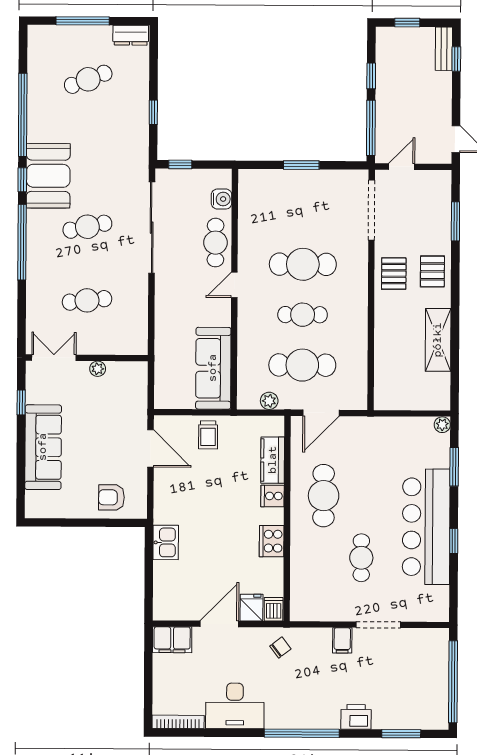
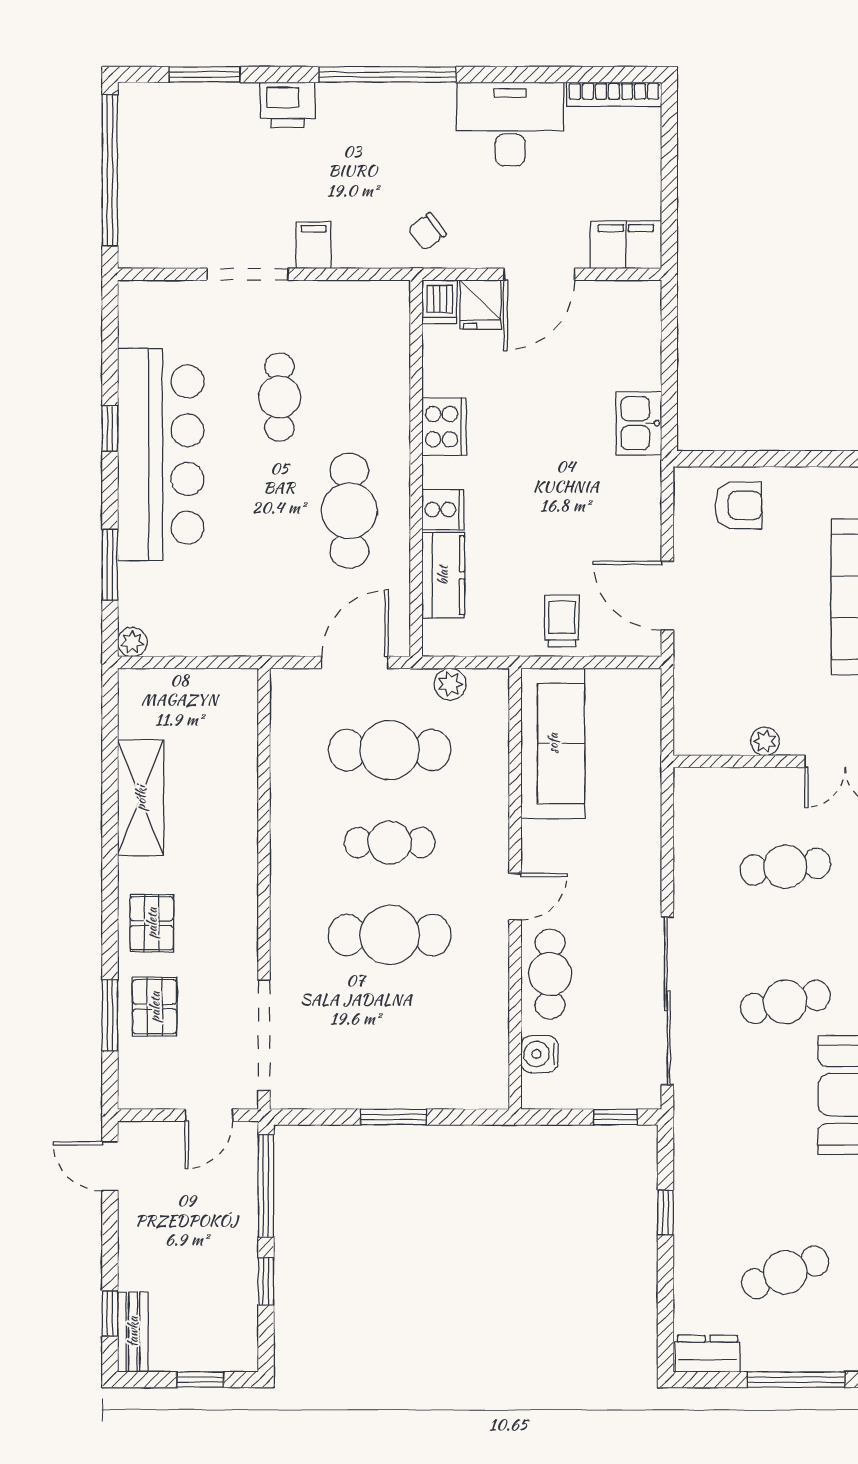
pallet: (394, 274) -> (155, 1007), moved

